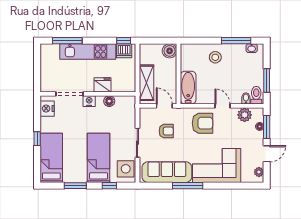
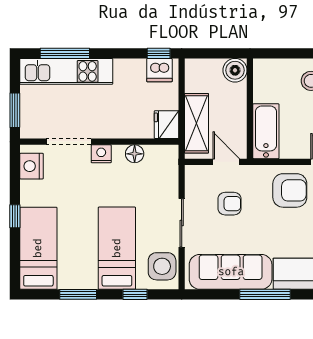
kitchen unit: (88, 52) -> (66, 71), moved
window: (37, 75) -> (15, 110), added
fridge: (103, 85) -> (167, 125), moved, turned -90

